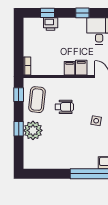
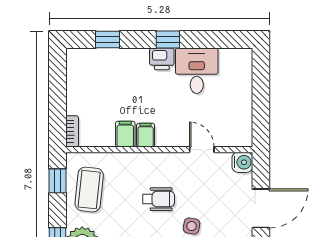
printer: (51, 24) -> (162, 59), moved
filing cabinet: (81, 68) -> (125, 134), moved
wheelchair: (64, 107) -> (159, 199), moved

